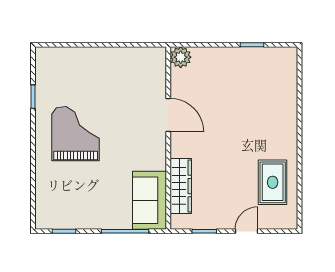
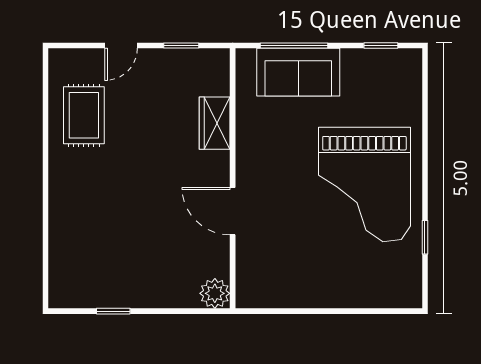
grand piano: (76, 134) -> (364, 185), width x1.37, depth x1.48
wardrobe: (181, 186) -> (215, 123), width x0.67
sofa: (149, 200) -> (298, 72), moved, turned 90

